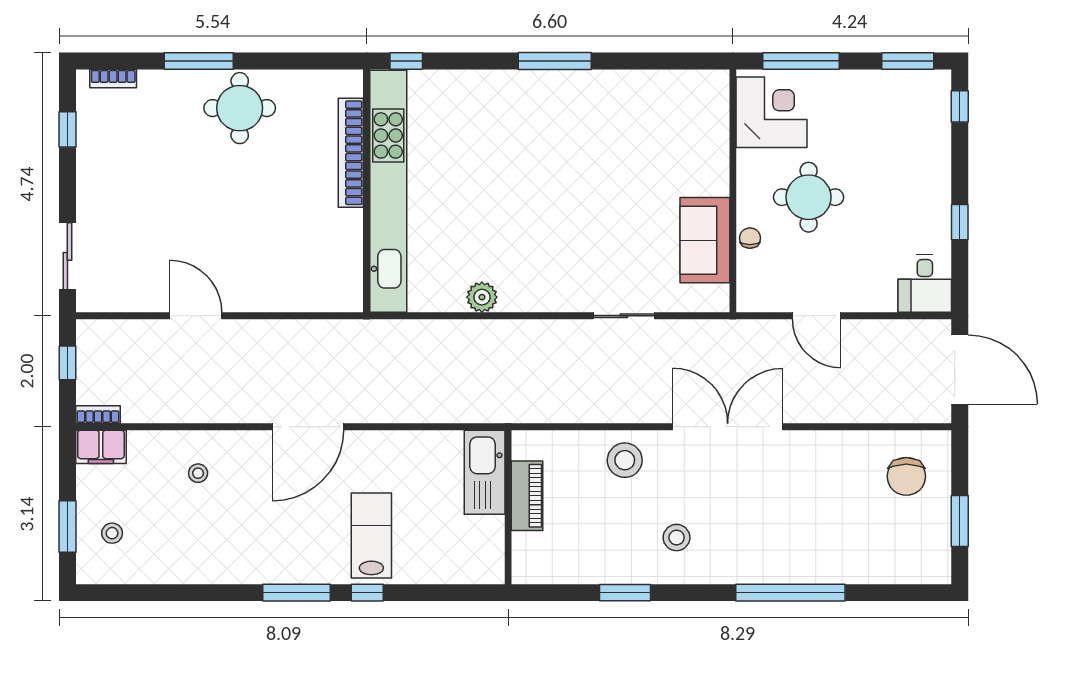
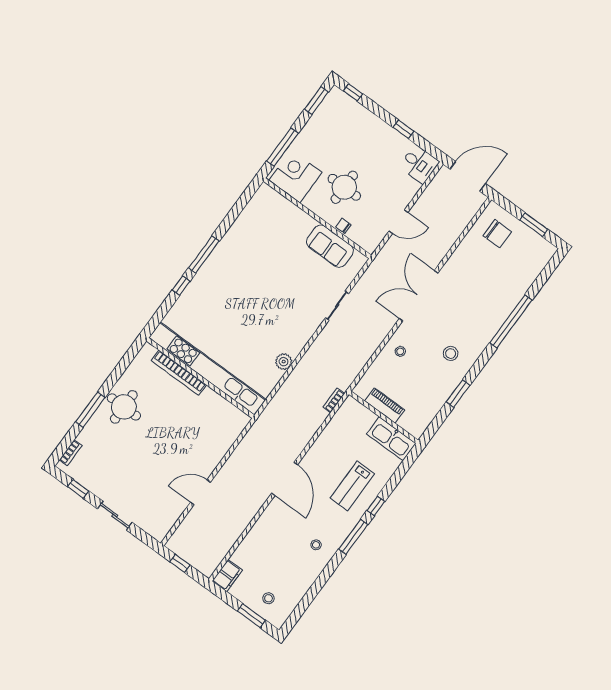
window: (406, 61) -> (181, 286), moved
sliding door: (67, 256) -> (115, 516), moved
bookcase: (98, 414) -> (334, 400), moved
stool: (625, 460) -> (400, 351), width x0.53, depth x0.53
kitchen sink: (485, 472) -> (391, 439), moved
stool: (198, 473) -> (316, 545), moved
lab bench: (371, 536) -> (352, 486), turned -90

